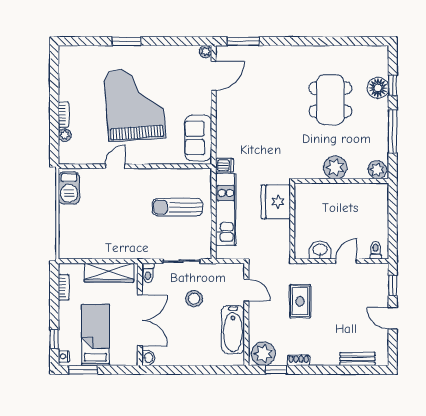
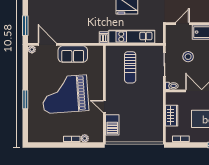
sofa: (198, 138) -> (73, 54), moved
barbecue: (69, 188) -> (112, 125), moved, turned 90
wardrobe: (109, 273) -> (172, 116), width x0.67

